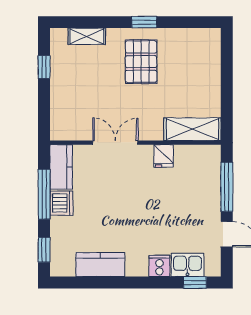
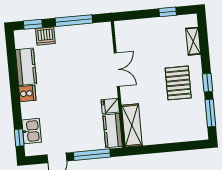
window: (186, 22) -> (210, 113), added
pallet: (141, 62) -> (178, 83), turned 90
kitchen counter: (61, 167) -> (113, 131), moved, turned 90
dishwasher: (61, 203) -> (45, 36), moved
cooker: (159, 266) -> (27, 94), moved

